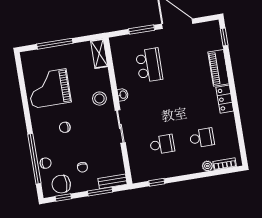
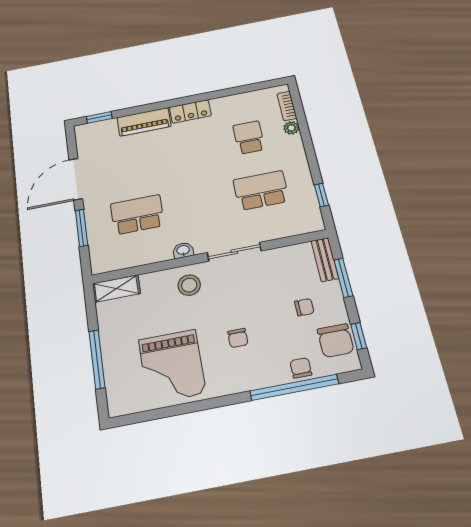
school desk: (162, 144) -> (261, 190), width x1.85

